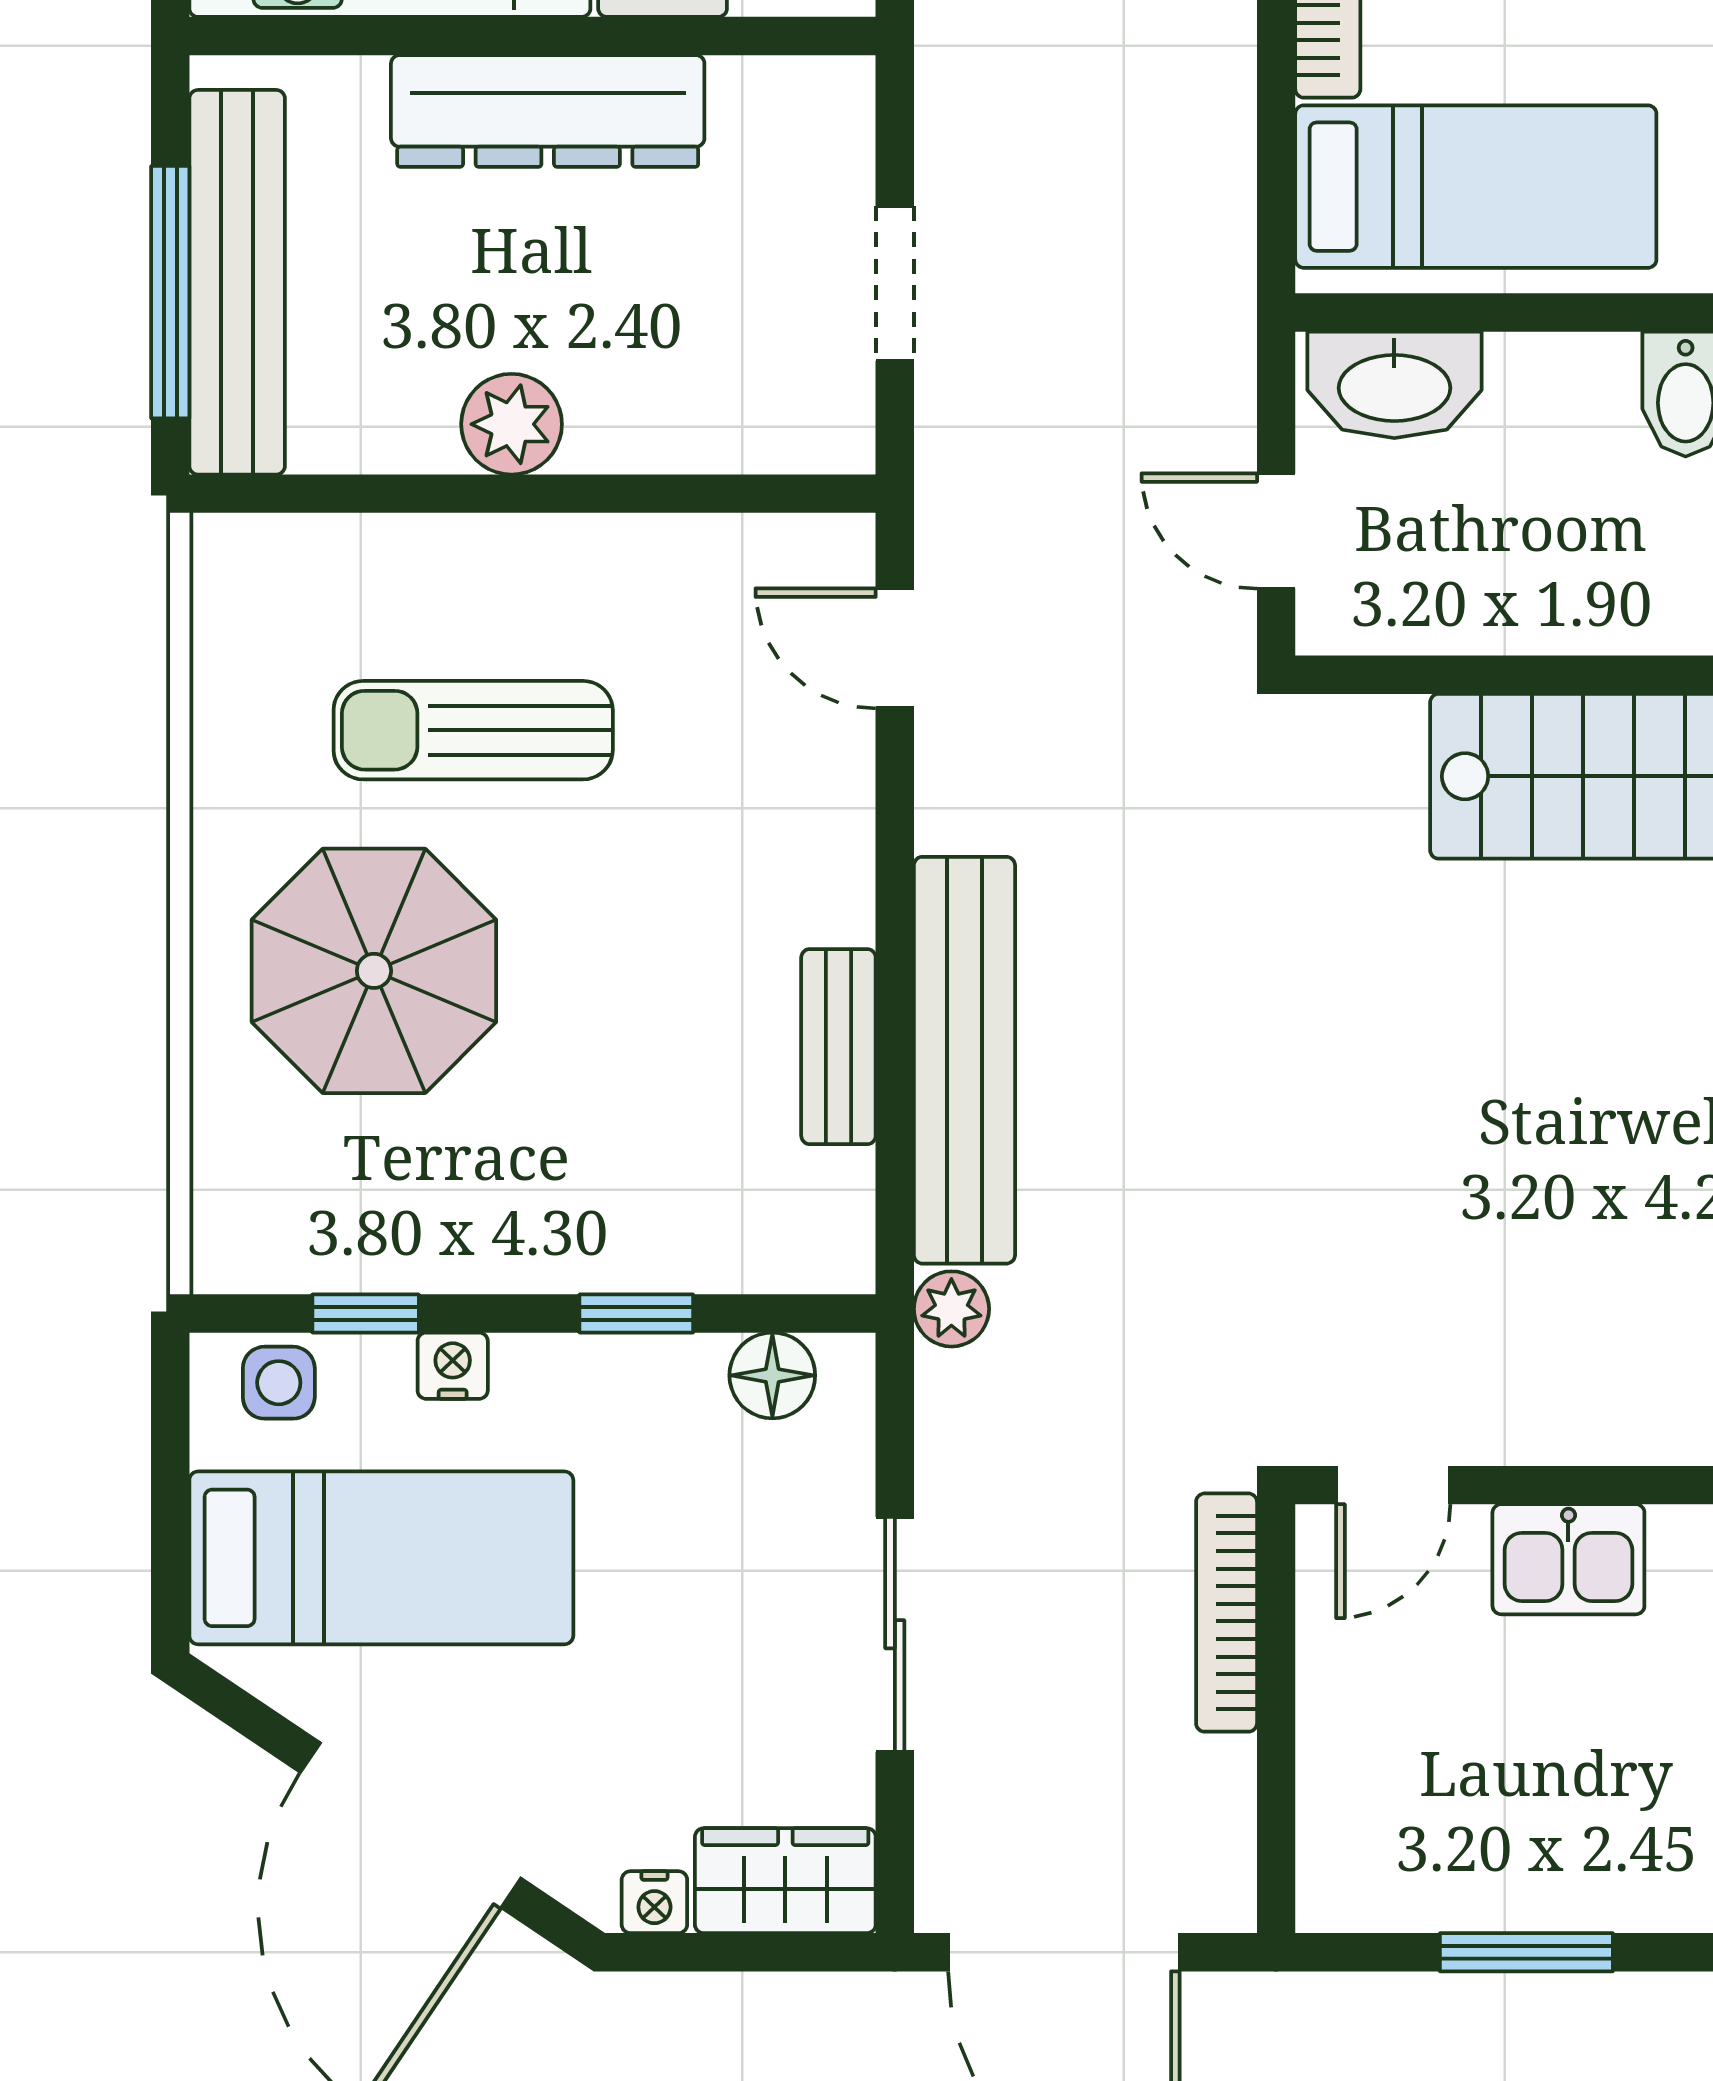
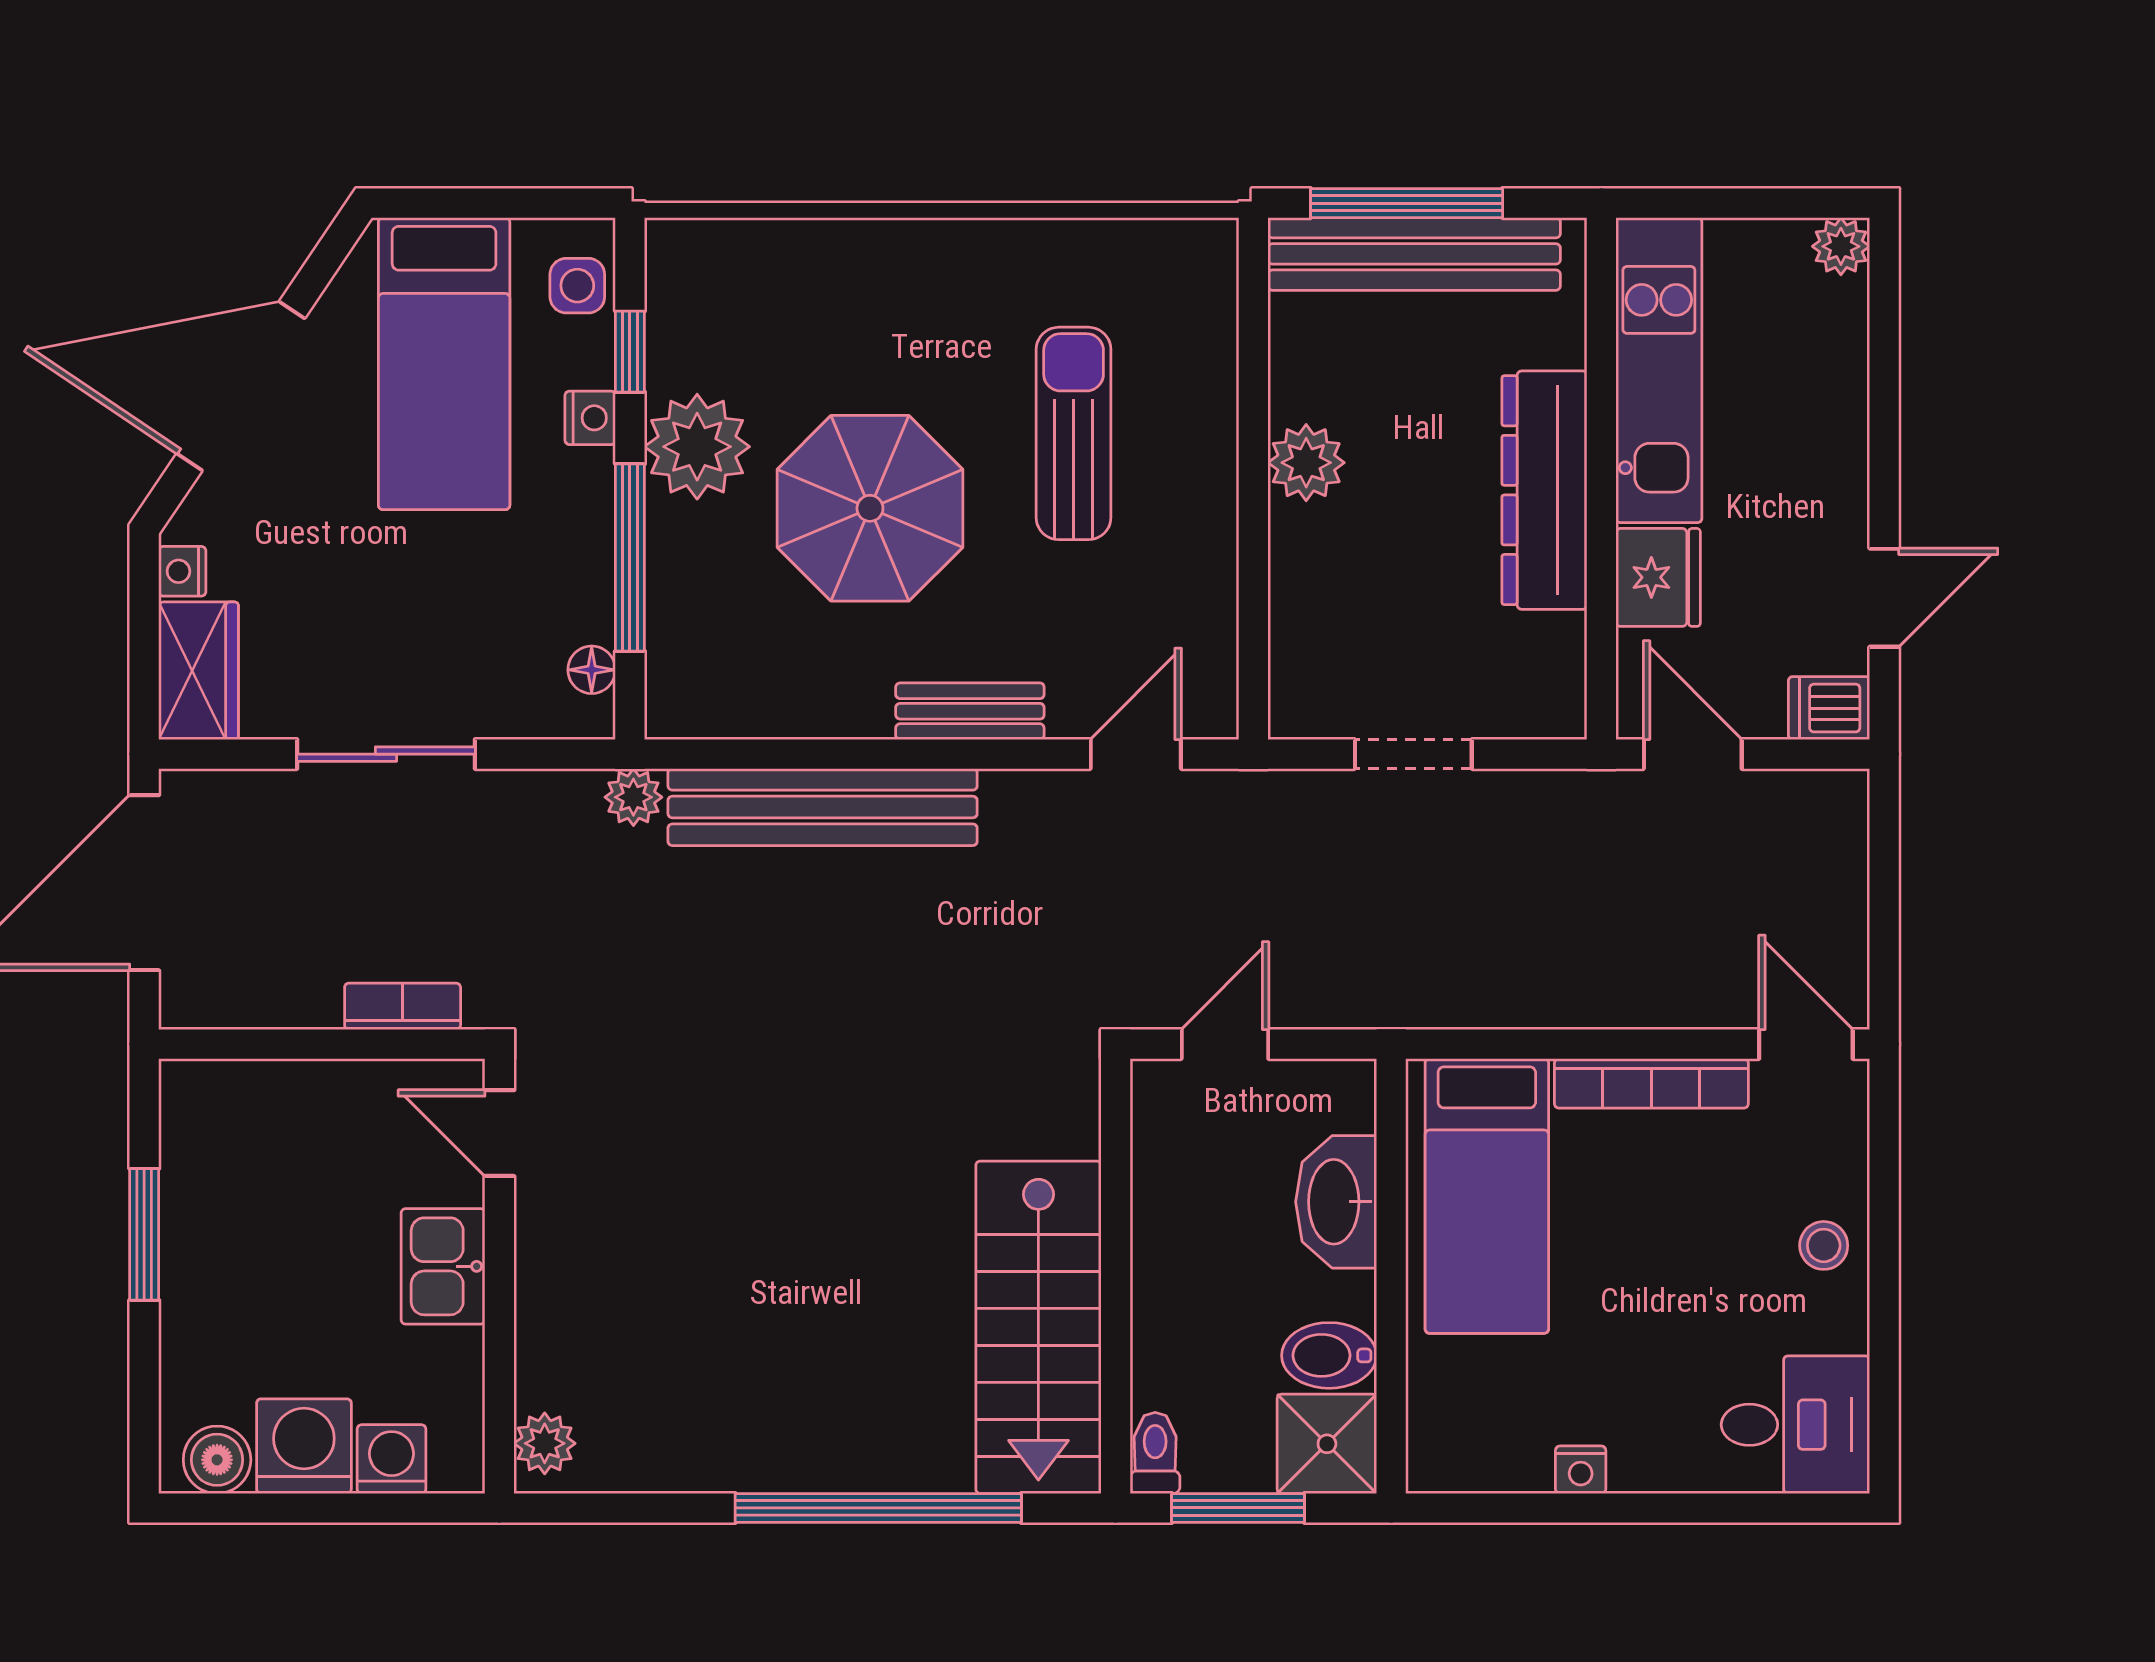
washbasin: (1394, 385) -> (1336, 1202), moved
parasol: (374, 971) -> (870, 508), moved
bench: (838, 1047) -> (970, 711), moved
plant: (491, 1225) -> (697, 447), added
window: (636, 1313) -> (630, 557), width x2.17
floor lamp: (772, 1375) -> (592, 670), width x0.73, depth x0.73
bookcase: (1227, 1613) -> (403, 1006), width x0.64

